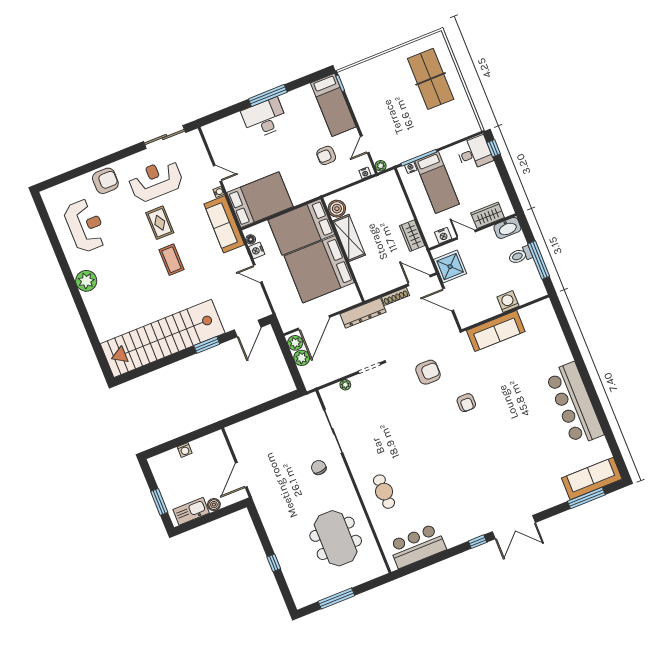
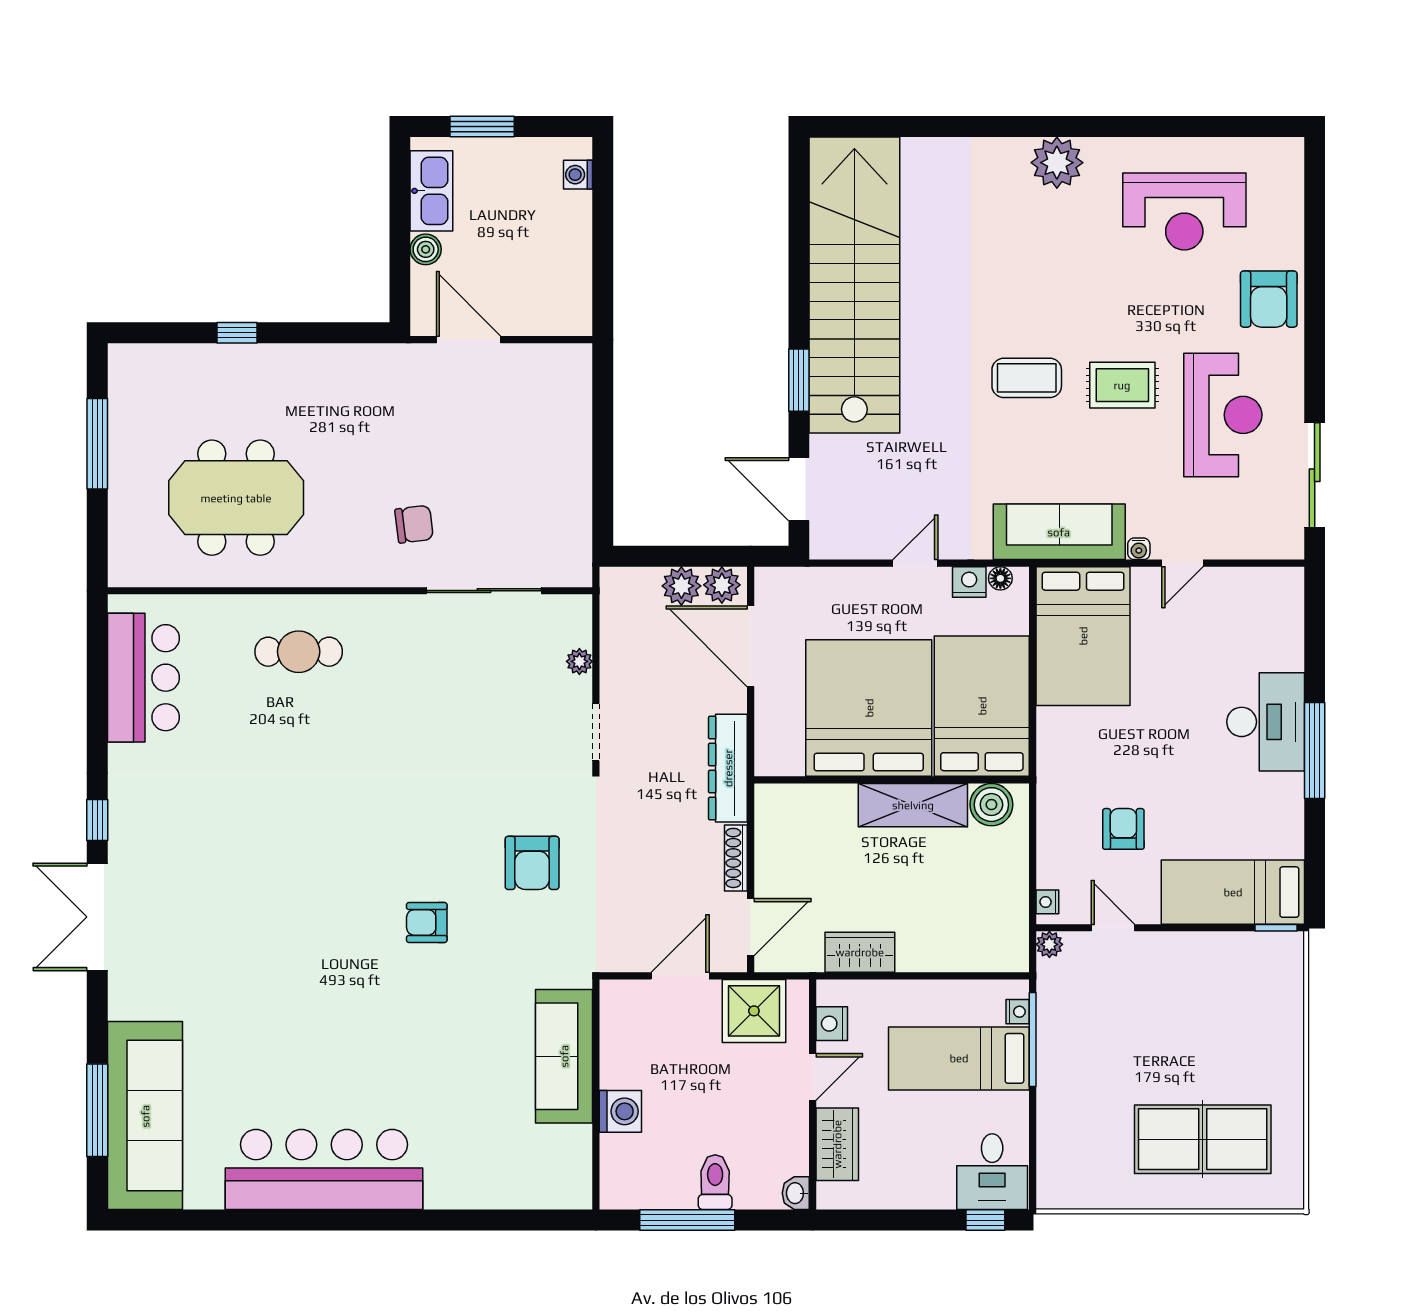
washbasin: (507, 228) -> (796, 1193), width x0.52, depth x0.69
washing machine: (185, 450) -> (578, 175), moved
sofa: (592, 478) -> (145, 1116), width x1.36, depth x1.27

